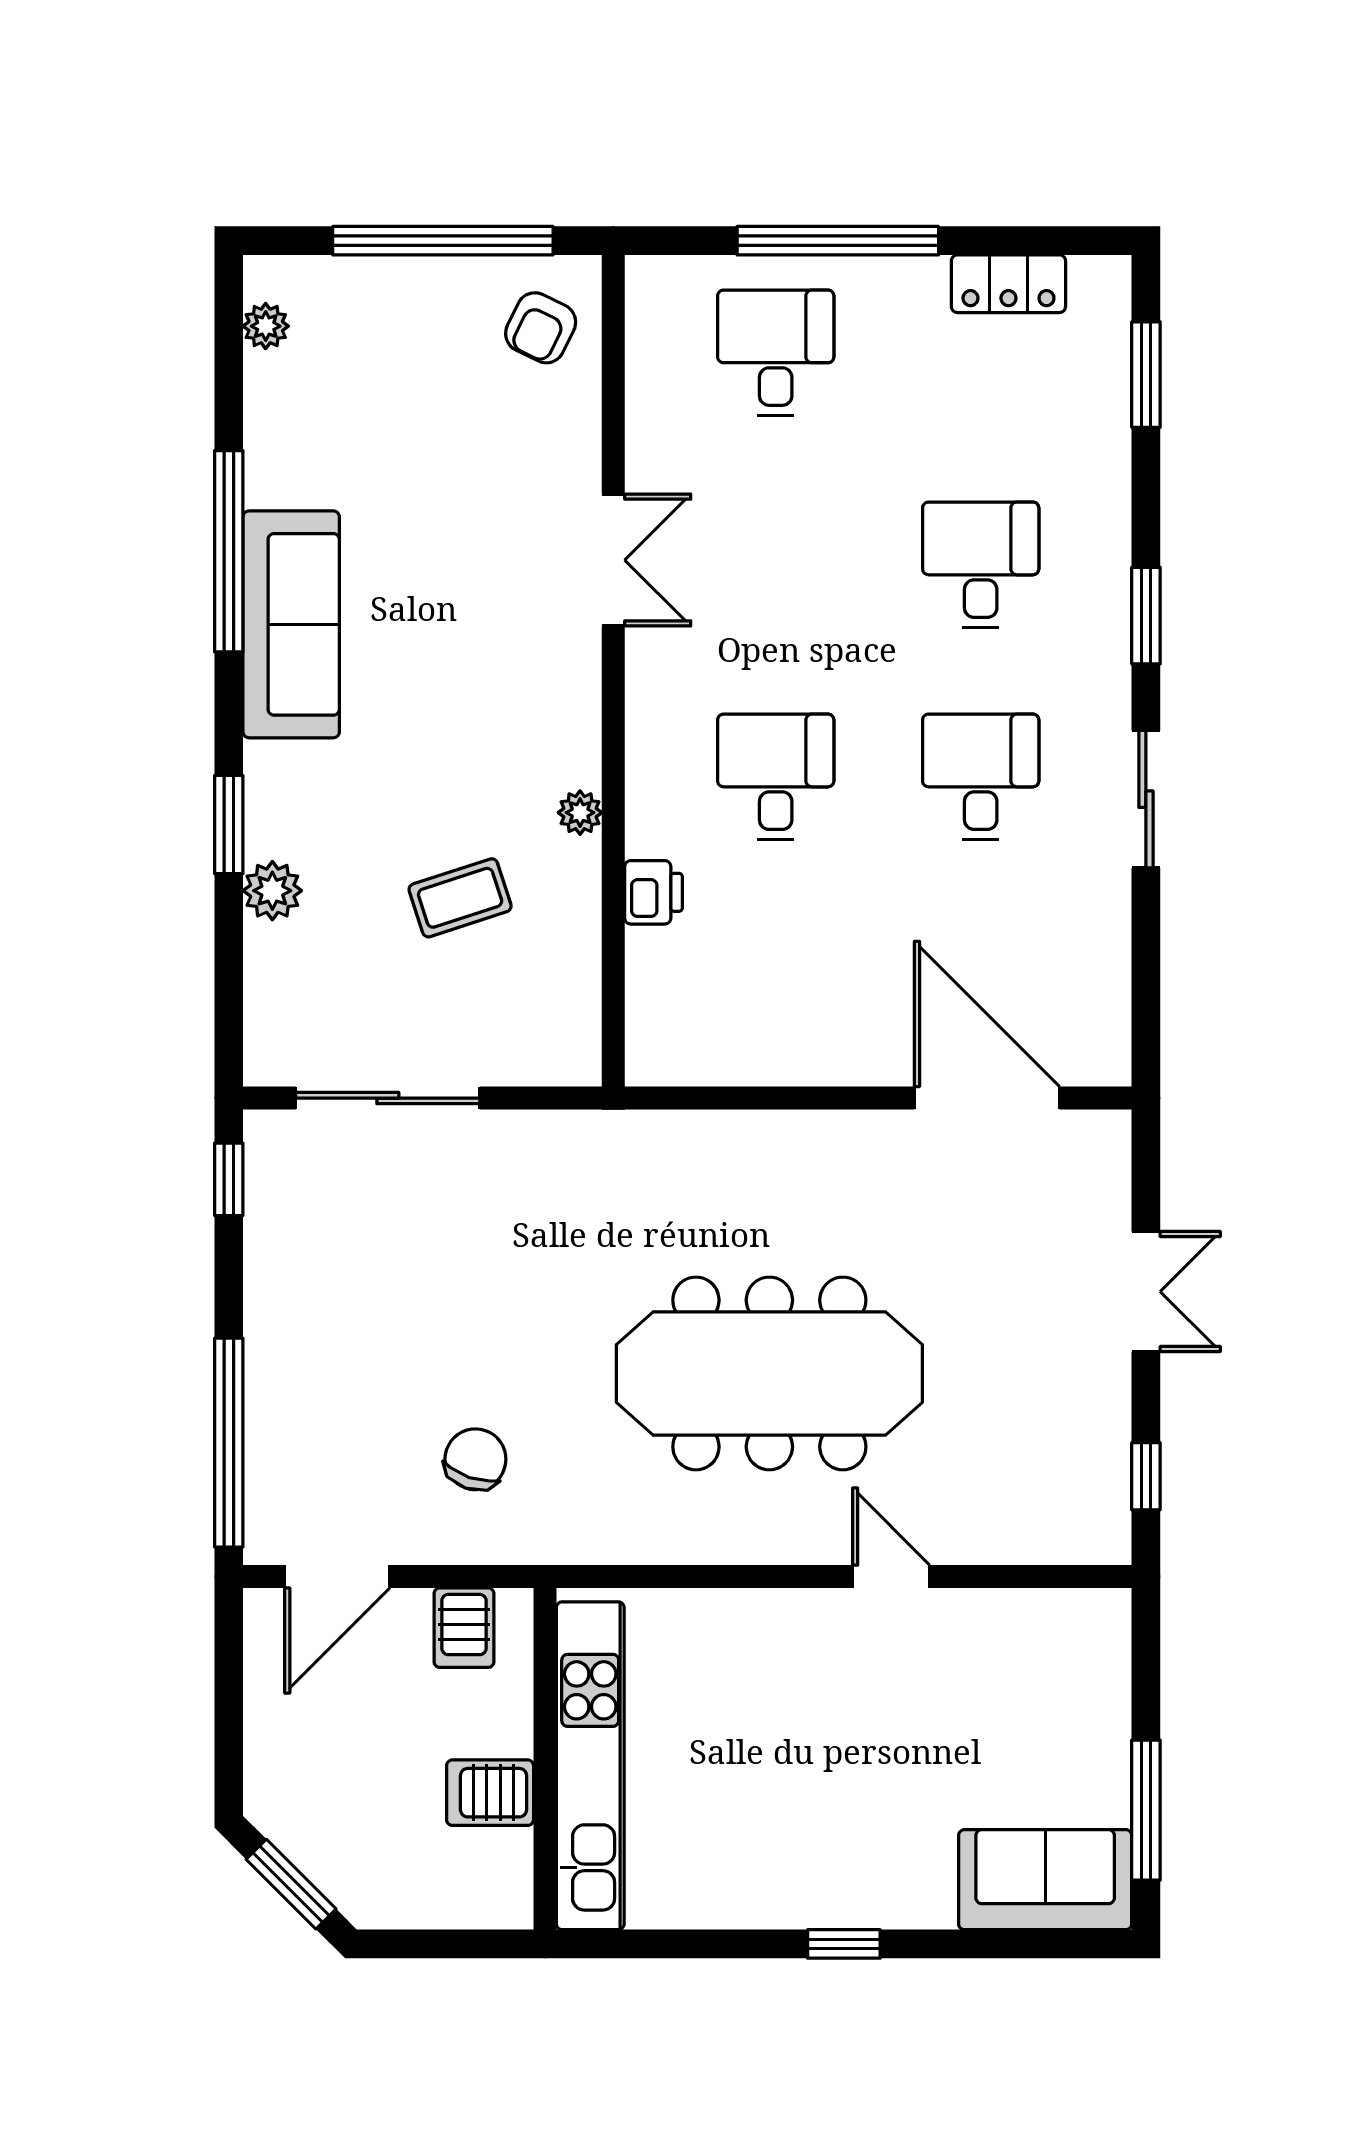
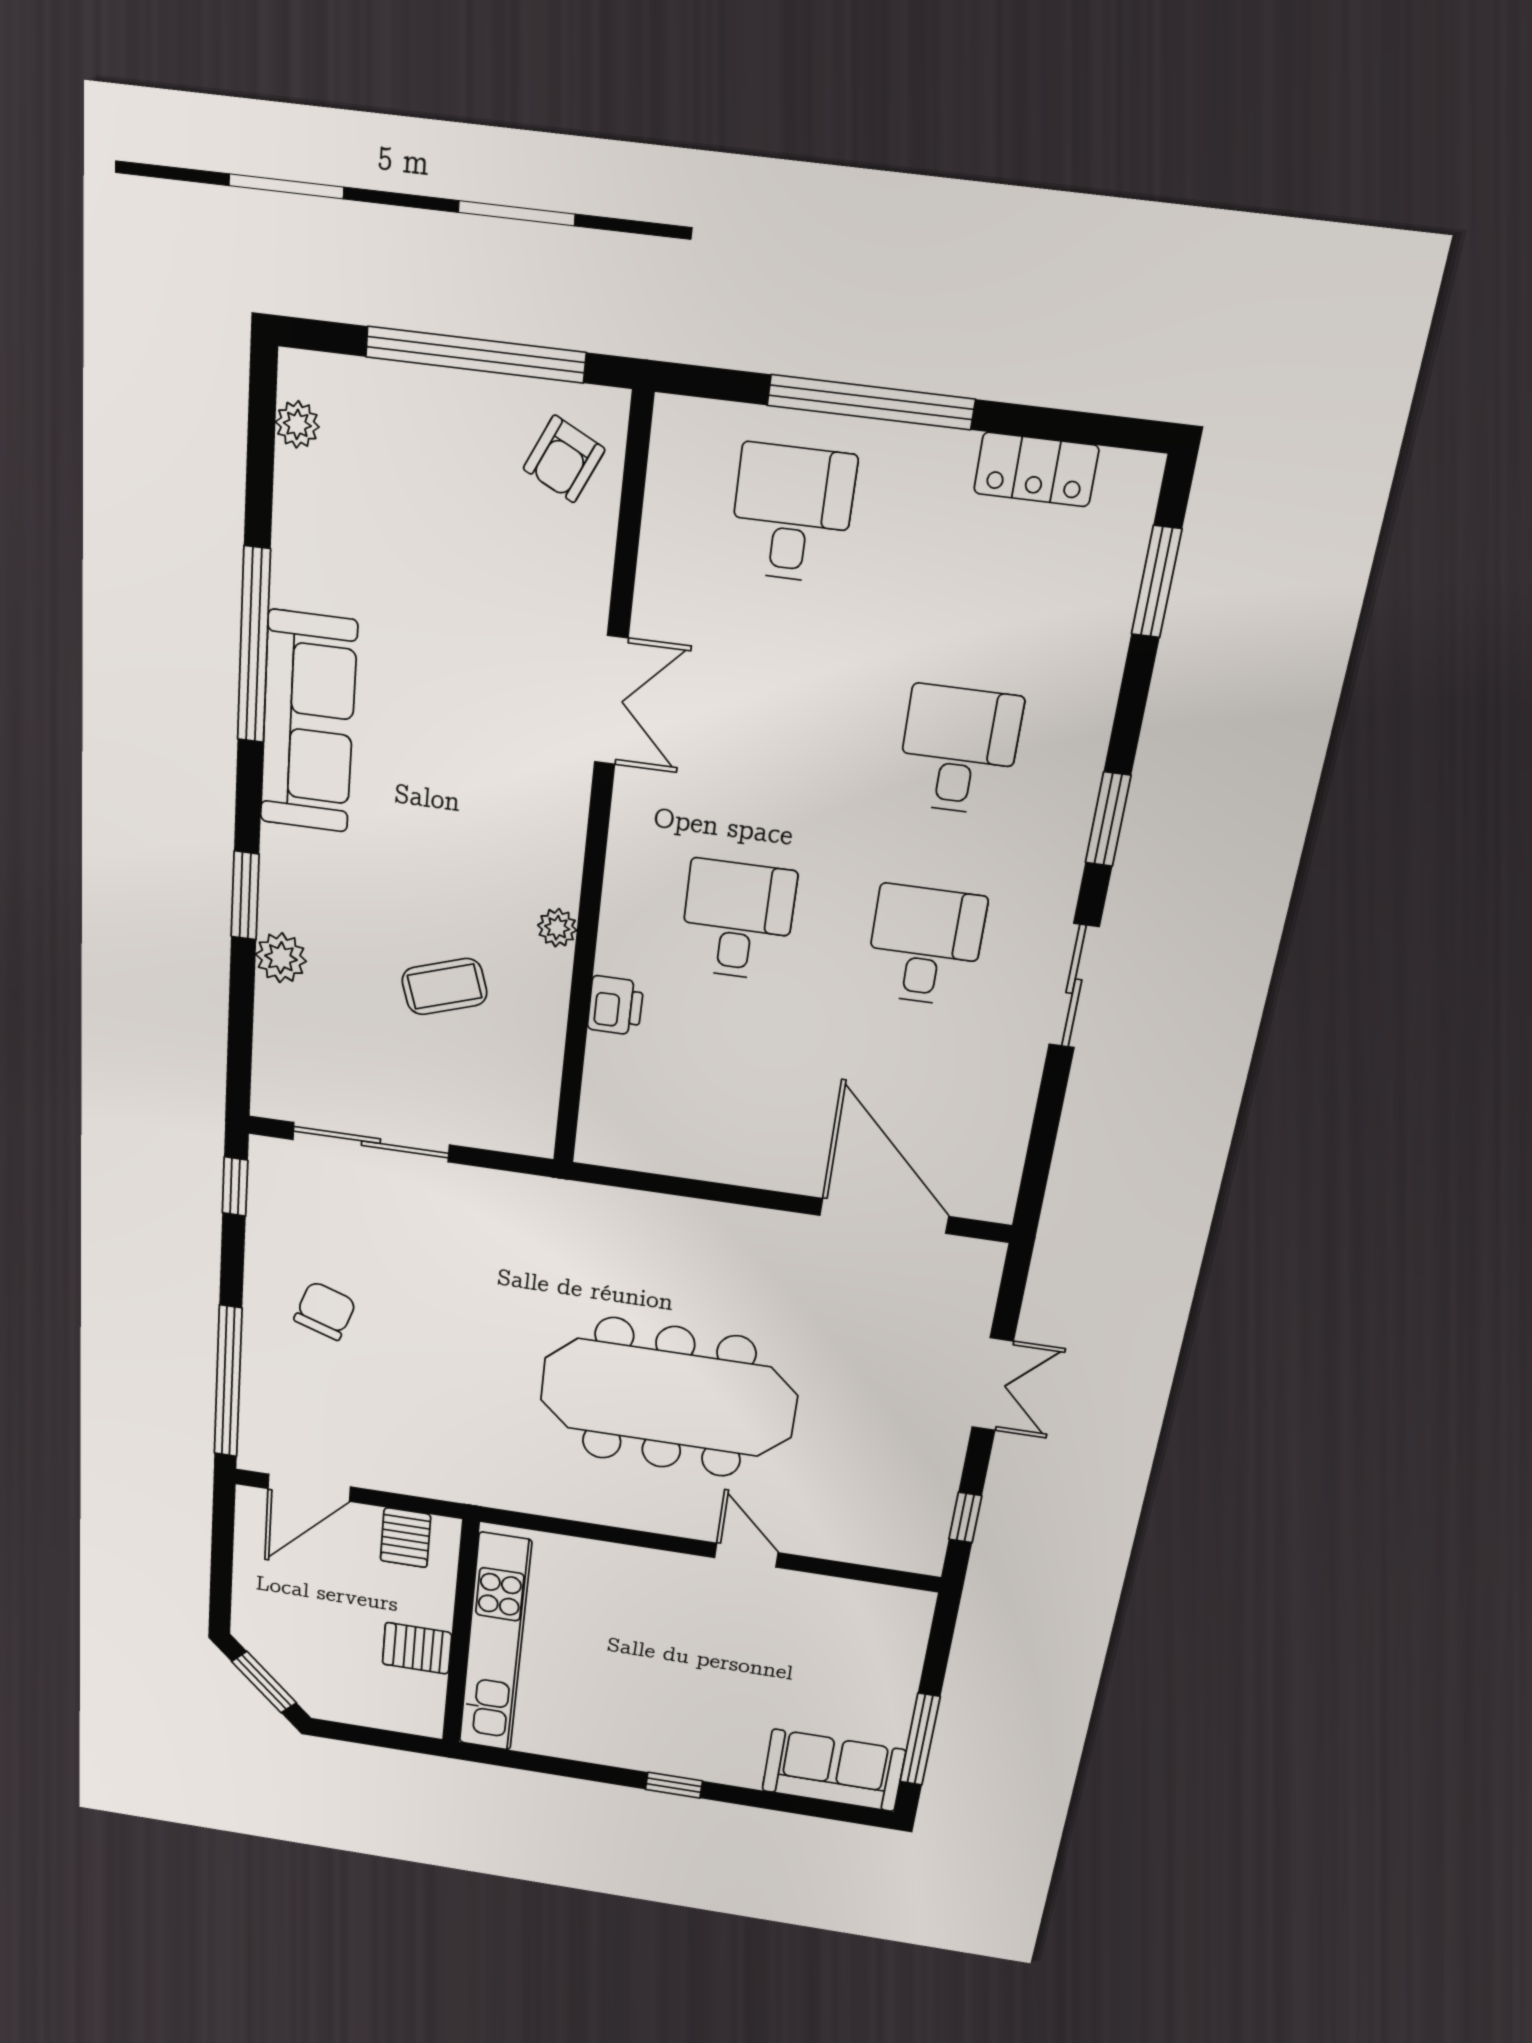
chair: (475, 1459) -> (325, 1311), moved

